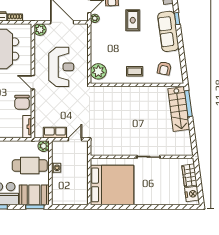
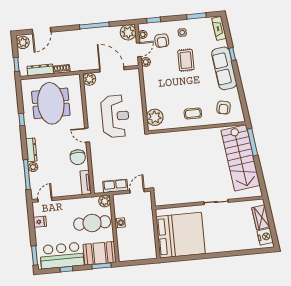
stairs: (179, 109) -> (241, 158), width x1.36, depth x1.51

